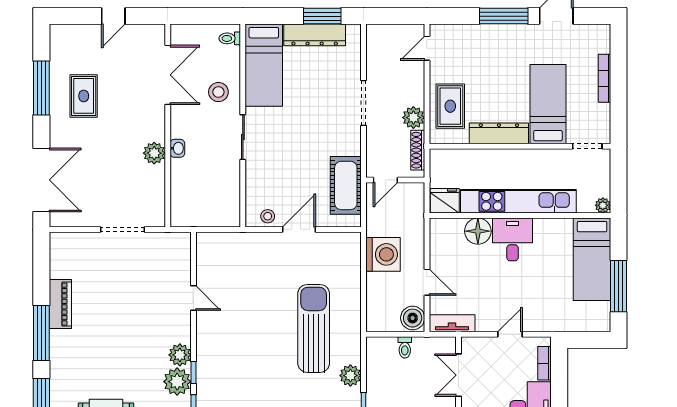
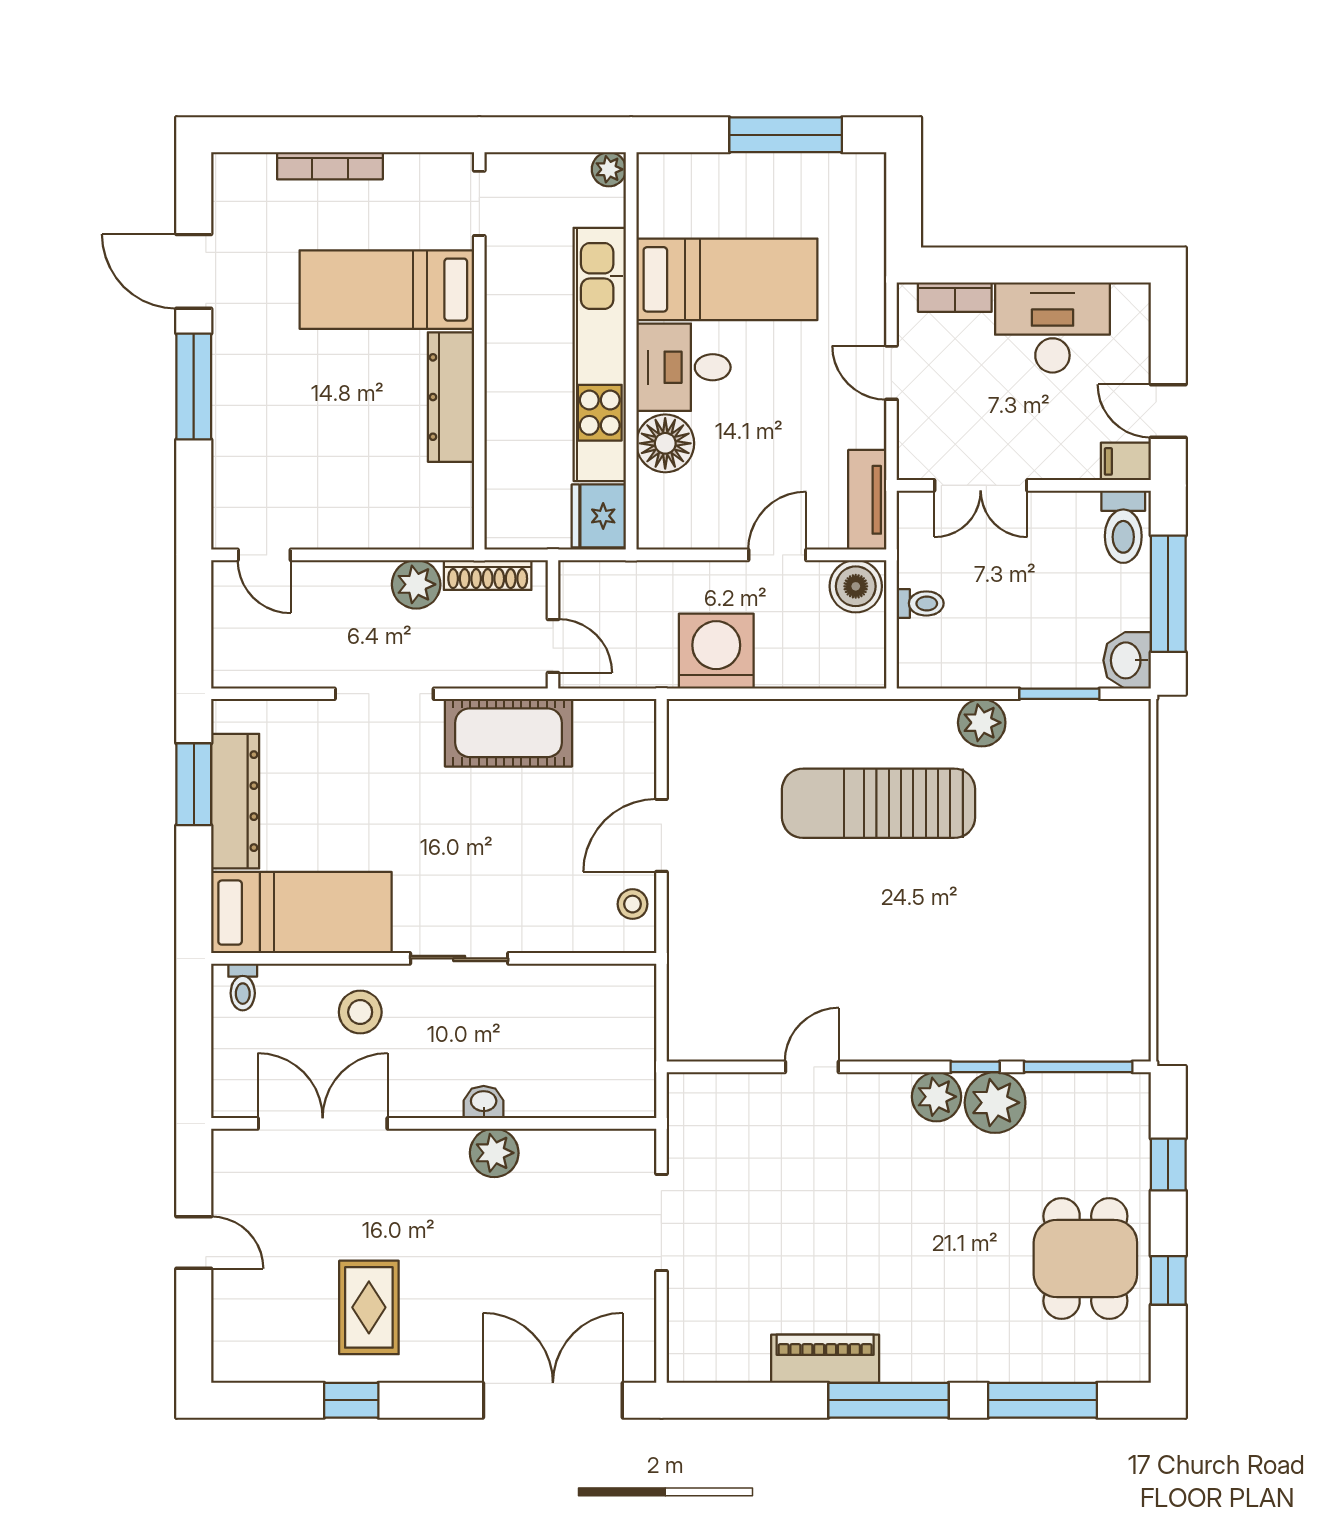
window: (41, 88) -> (351, 1400), width x0.46
rug: (84, 96) -> (369, 1307), turned 90
rug: (450, 106) -> (391, 504), removed
cot: (346, 185) -> (508, 733), moved
door: (299, 229) -> (661, 835), hinge flipped
bed: (592, 259) -> (727, 279), moved

